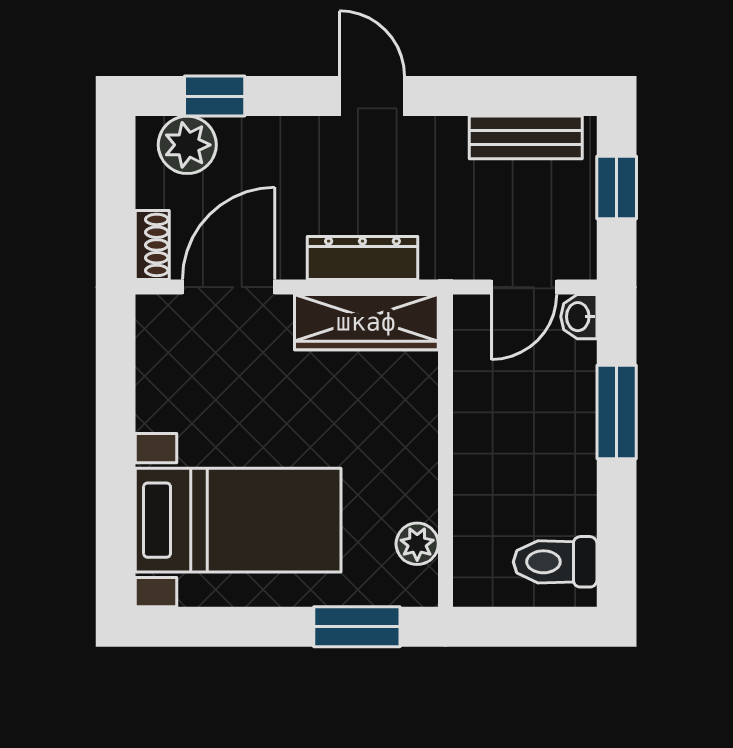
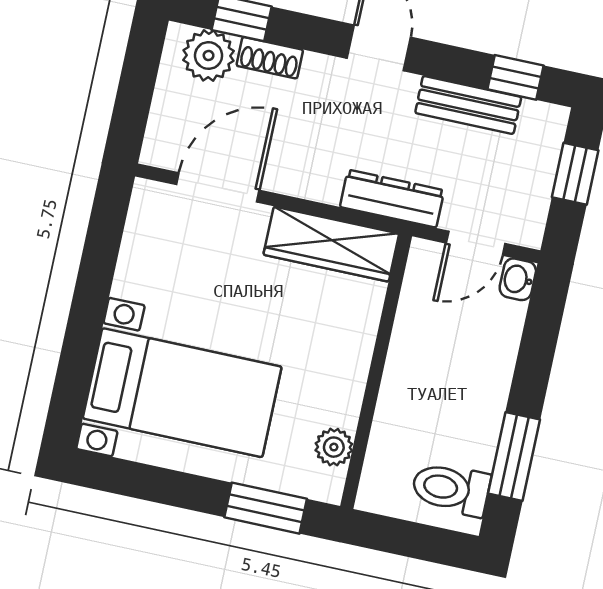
window: (528, 96) -> (515, 77), added
bench: (526, 137) -> (468, 105), moved
shoe rack: (152, 245) -> (270, 58), moved, turned 90
dresser: (362, 258) -> (392, 199), moved
window: (617, 412) -> (514, 457), moved

